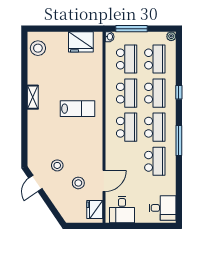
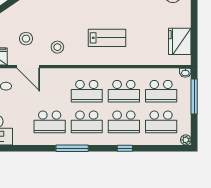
lab bench: (78, 109) -> (107, 38), turned -90
stool: (57, 165) -> (57, 47), moved

